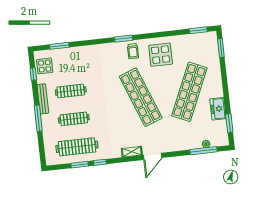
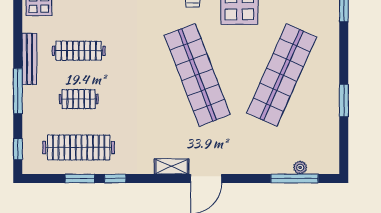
window: (33, 74) -> (18, 149), moved
freezer: (218, 109) -> (327, 109), removed
clothes rail: (74, 119) -> (79, 99), width x0.73
window: (229, 123) -> (344, 100), moved

